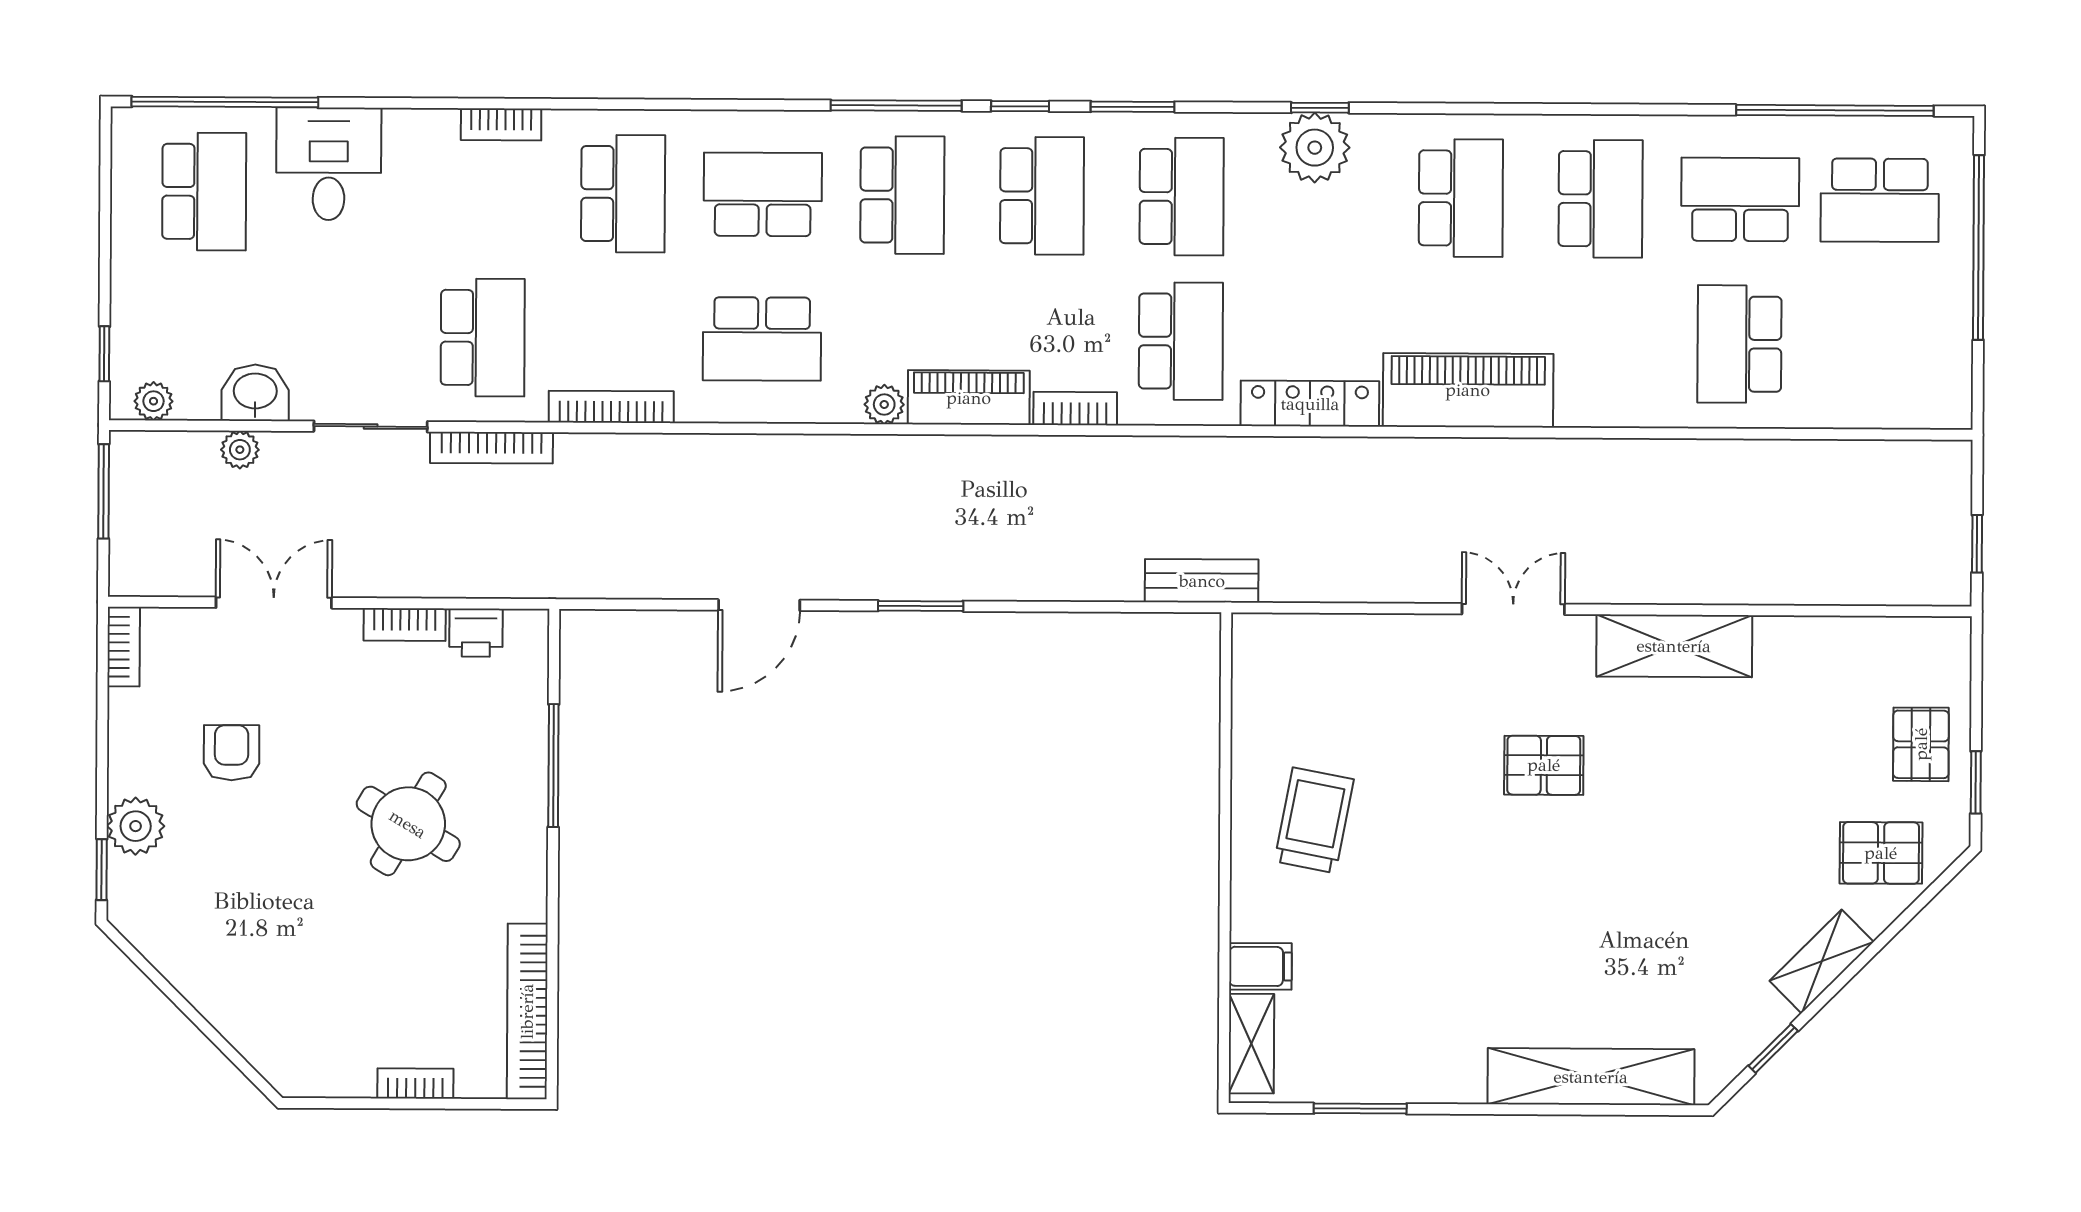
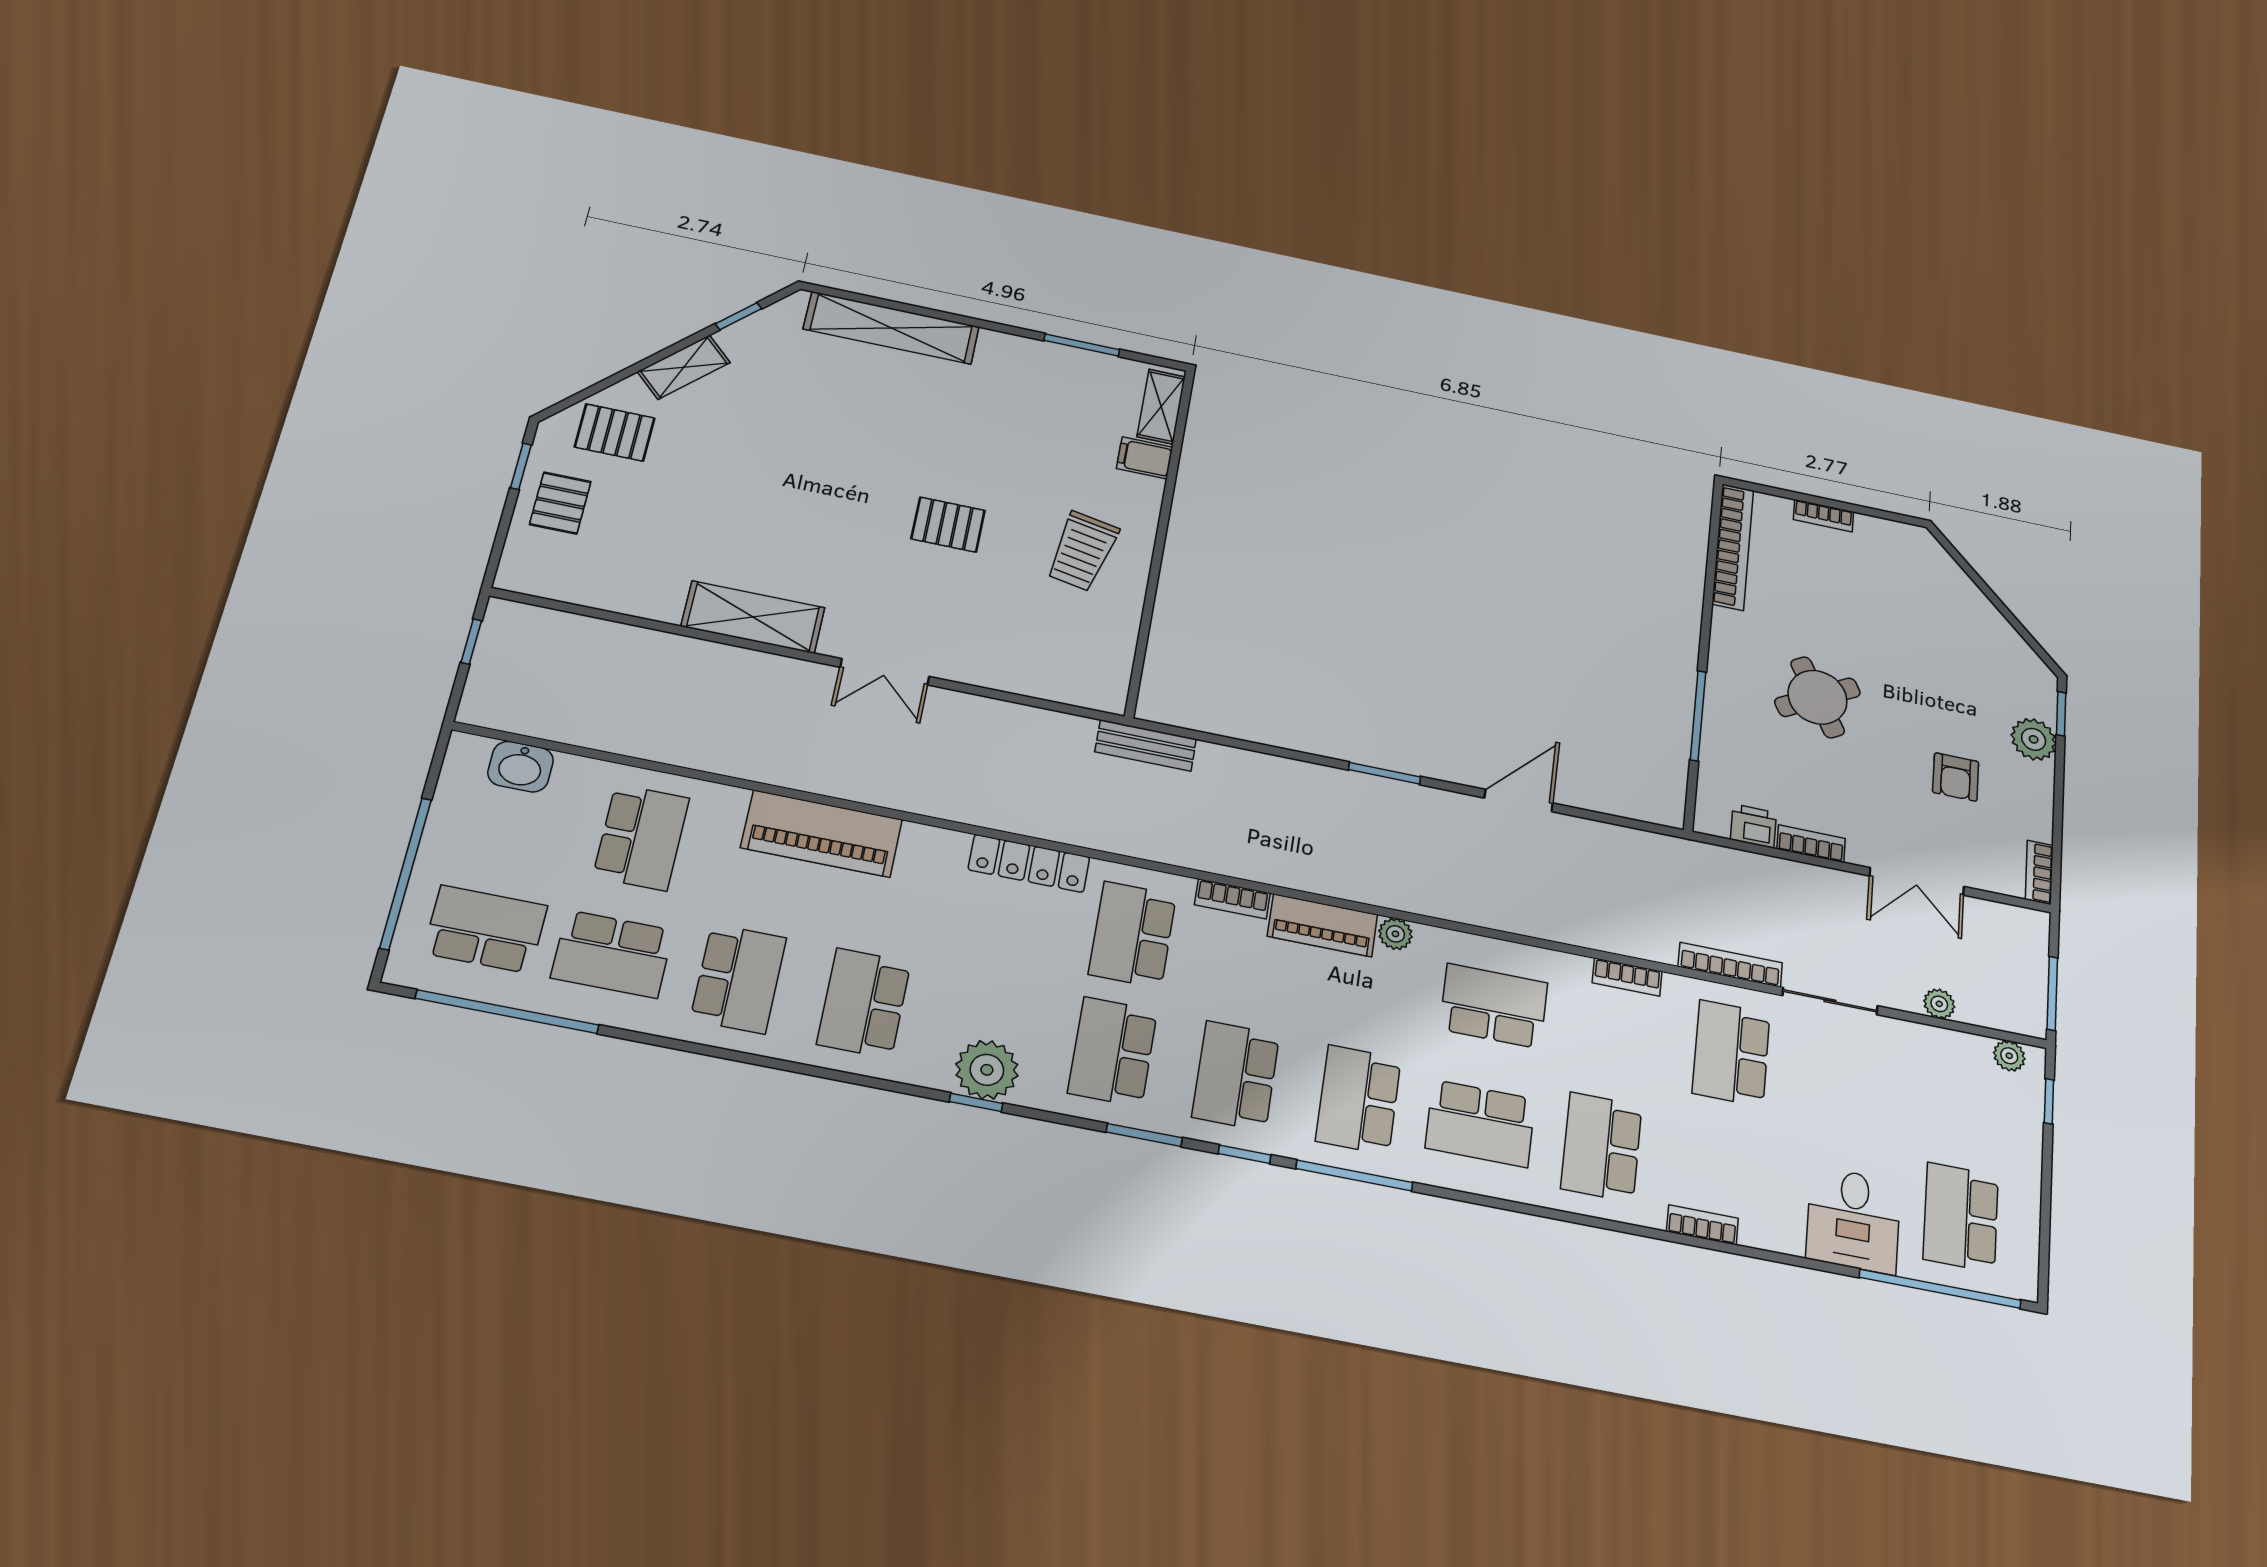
school desk: (1601, 199) -> (738, 979), turned 180
piano: (1468, 390) -> (822, 834), moved
washbasin: (255, 393) -> (521, 767), moved
bookcase: (611, 407) -> (1627, 977), width x0.64
pallet: (1544, 765) -> (948, 525), moved
round table: (408, 824) -> (1817, 697), turned 30

